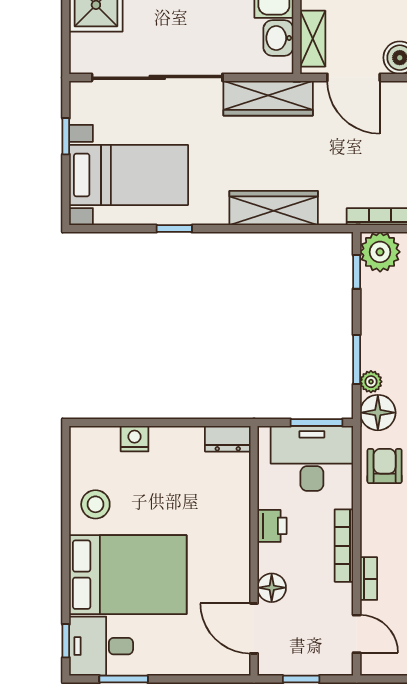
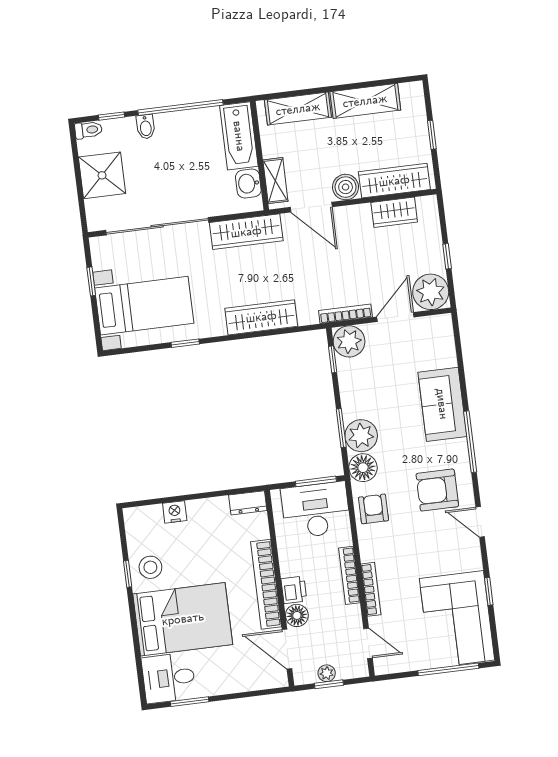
plant: (371, 382) -> (361, 436), width x1.87, depth x1.87
printer: (272, 526) -> (294, 590), moved
bookcase: (238, 544) -> (266, 584), added
bookcase: (369, 579) -> (371, 589), width x1.56
window: (66, 641) -> (128, 574), moved
plant: (300, 665) -> (327, 673), added

